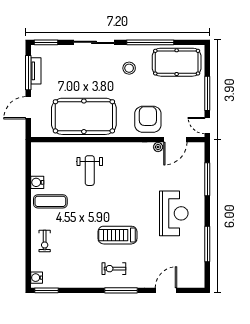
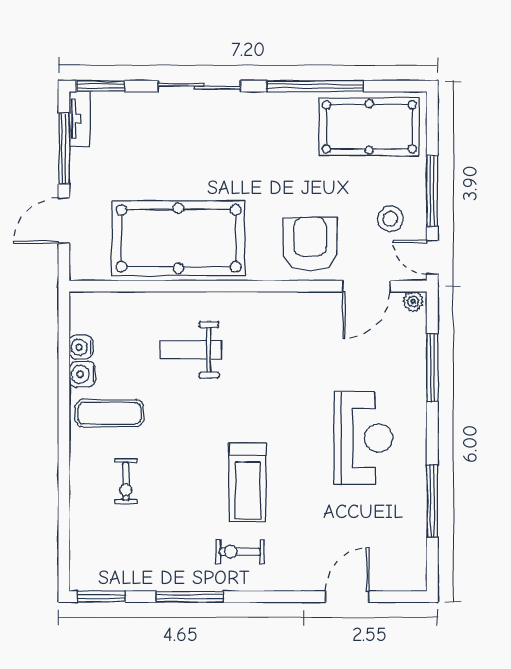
stool: (129, 68) -> (390, 219), moved
tv unit: (36, 71) -> (80, 119), moved
plant: (158, 147) -> (413, 301), moved
weight bench: (90, 171) -> (190, 350), turned 90
treadmill: (117, 235) -> (248, 483), turned -90
exercise bike: (45, 241) -> (126, 481), moved
water cooler: (37, 278) -> (81, 347), moved
window: (121, 290) -> (190, 597), moved

